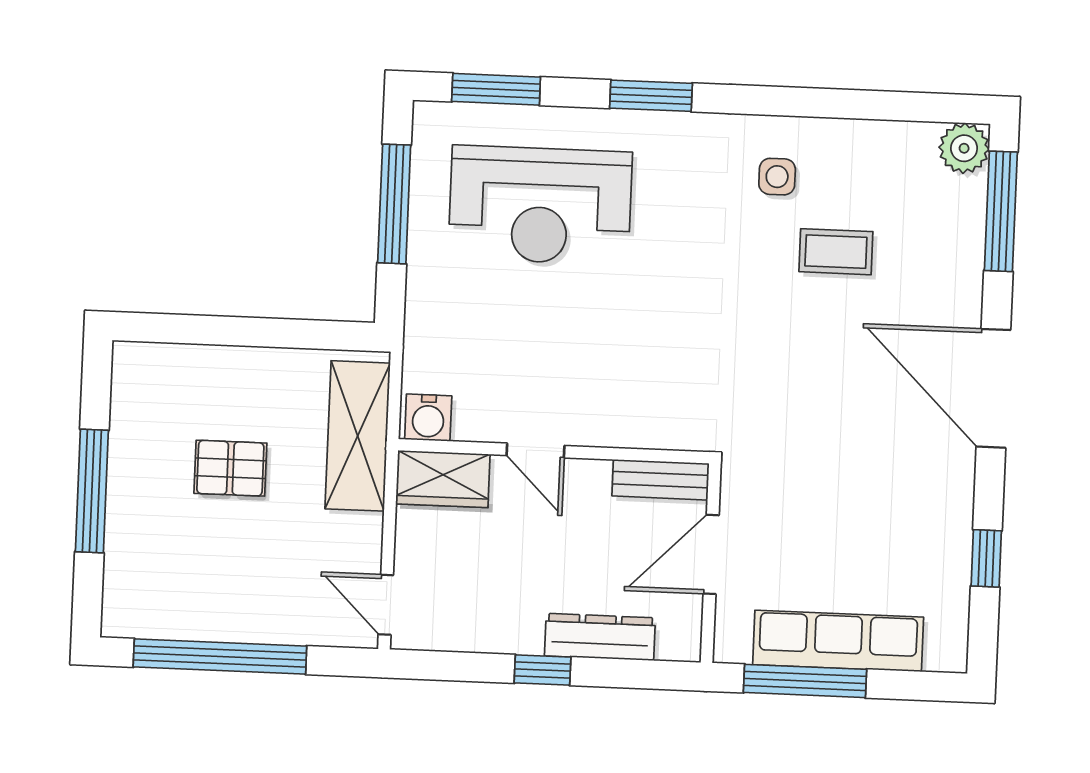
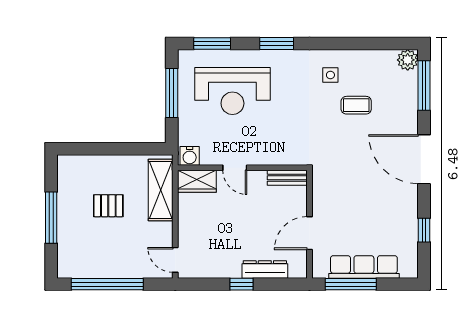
water cooler: (428, 418) -> (190, 156), moved
door: (535, 451) -> (235, 168), moved
wall: (554, 451) -> (242, 168), moved
wardrobe: (443, 479) -> (197, 181), moved
bench: (661, 480) -> (287, 178), moved

